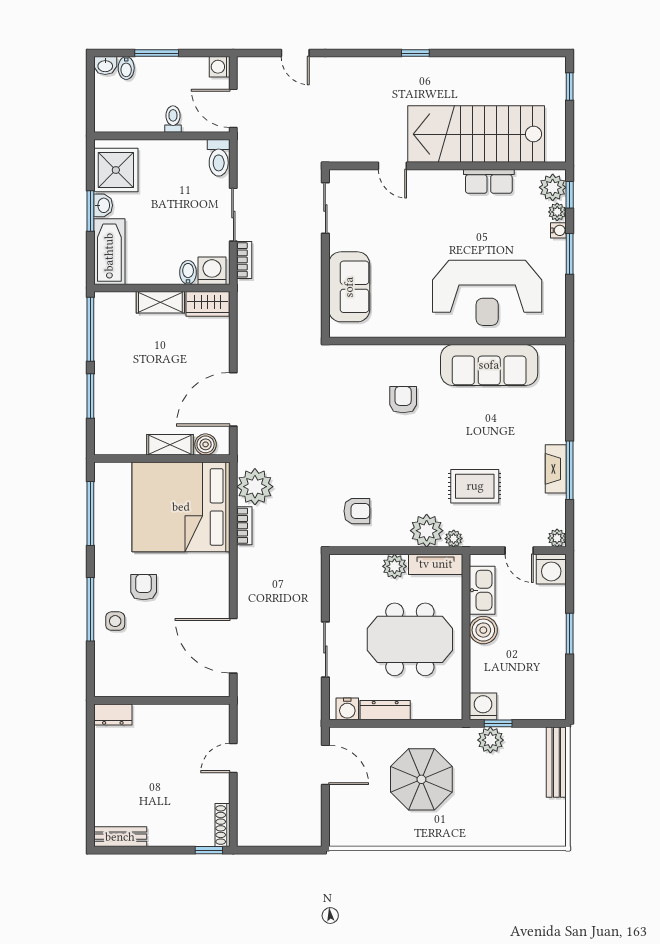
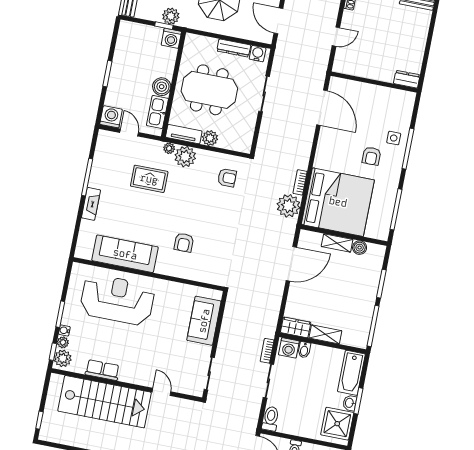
boiler: (206, 444) -> (360, 248), moved
fireplace: (556, 469) -> (91, 204), moved
armchair: (357, 511) -> (227, 178), turned 180
plant: (557, 538) -> (104, 136), removed

